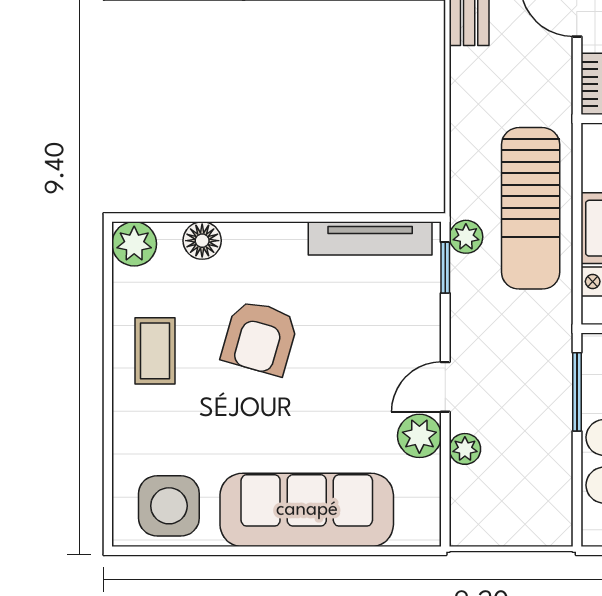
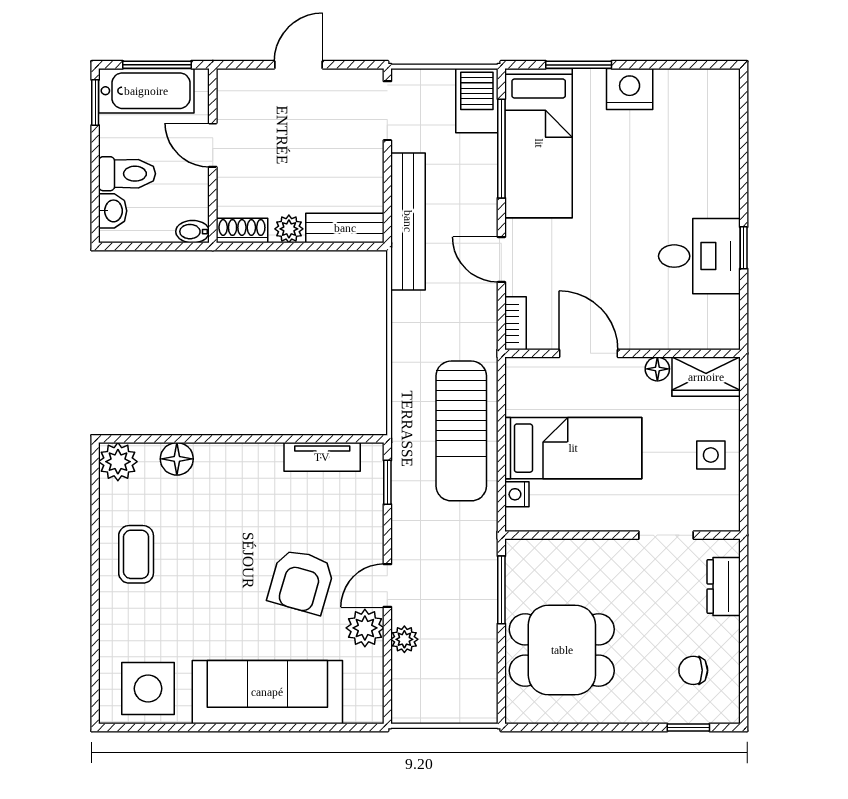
plant: (466, 237) -> (405, 456), removed
tv unit: (370, 238) -> (322, 457), width x0.71
armchair: (260, 338) -> (301, 581), moved

